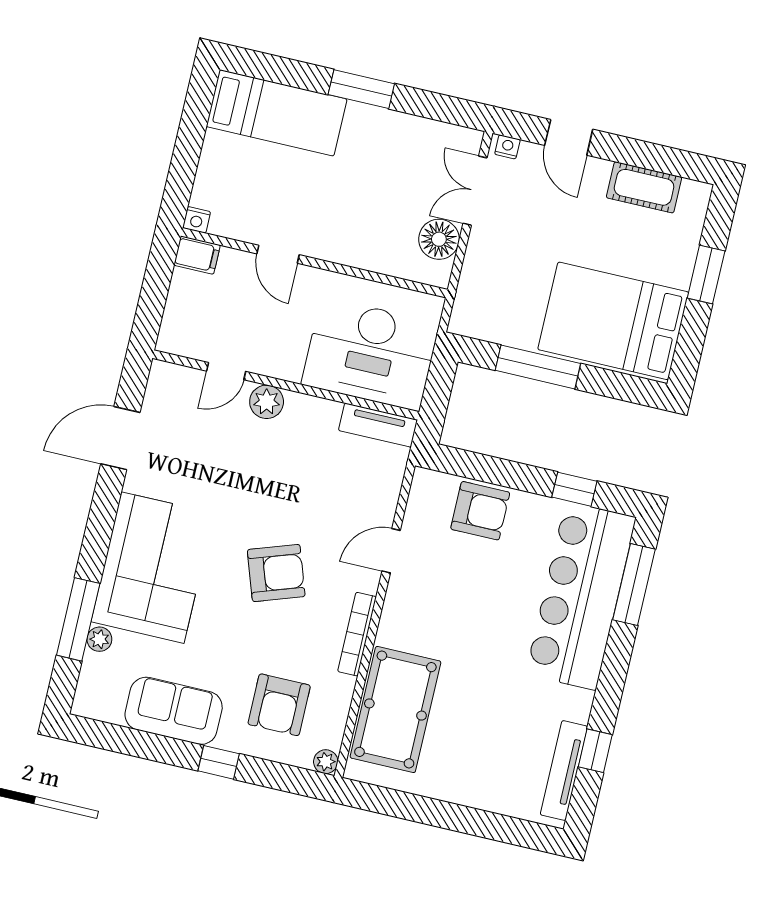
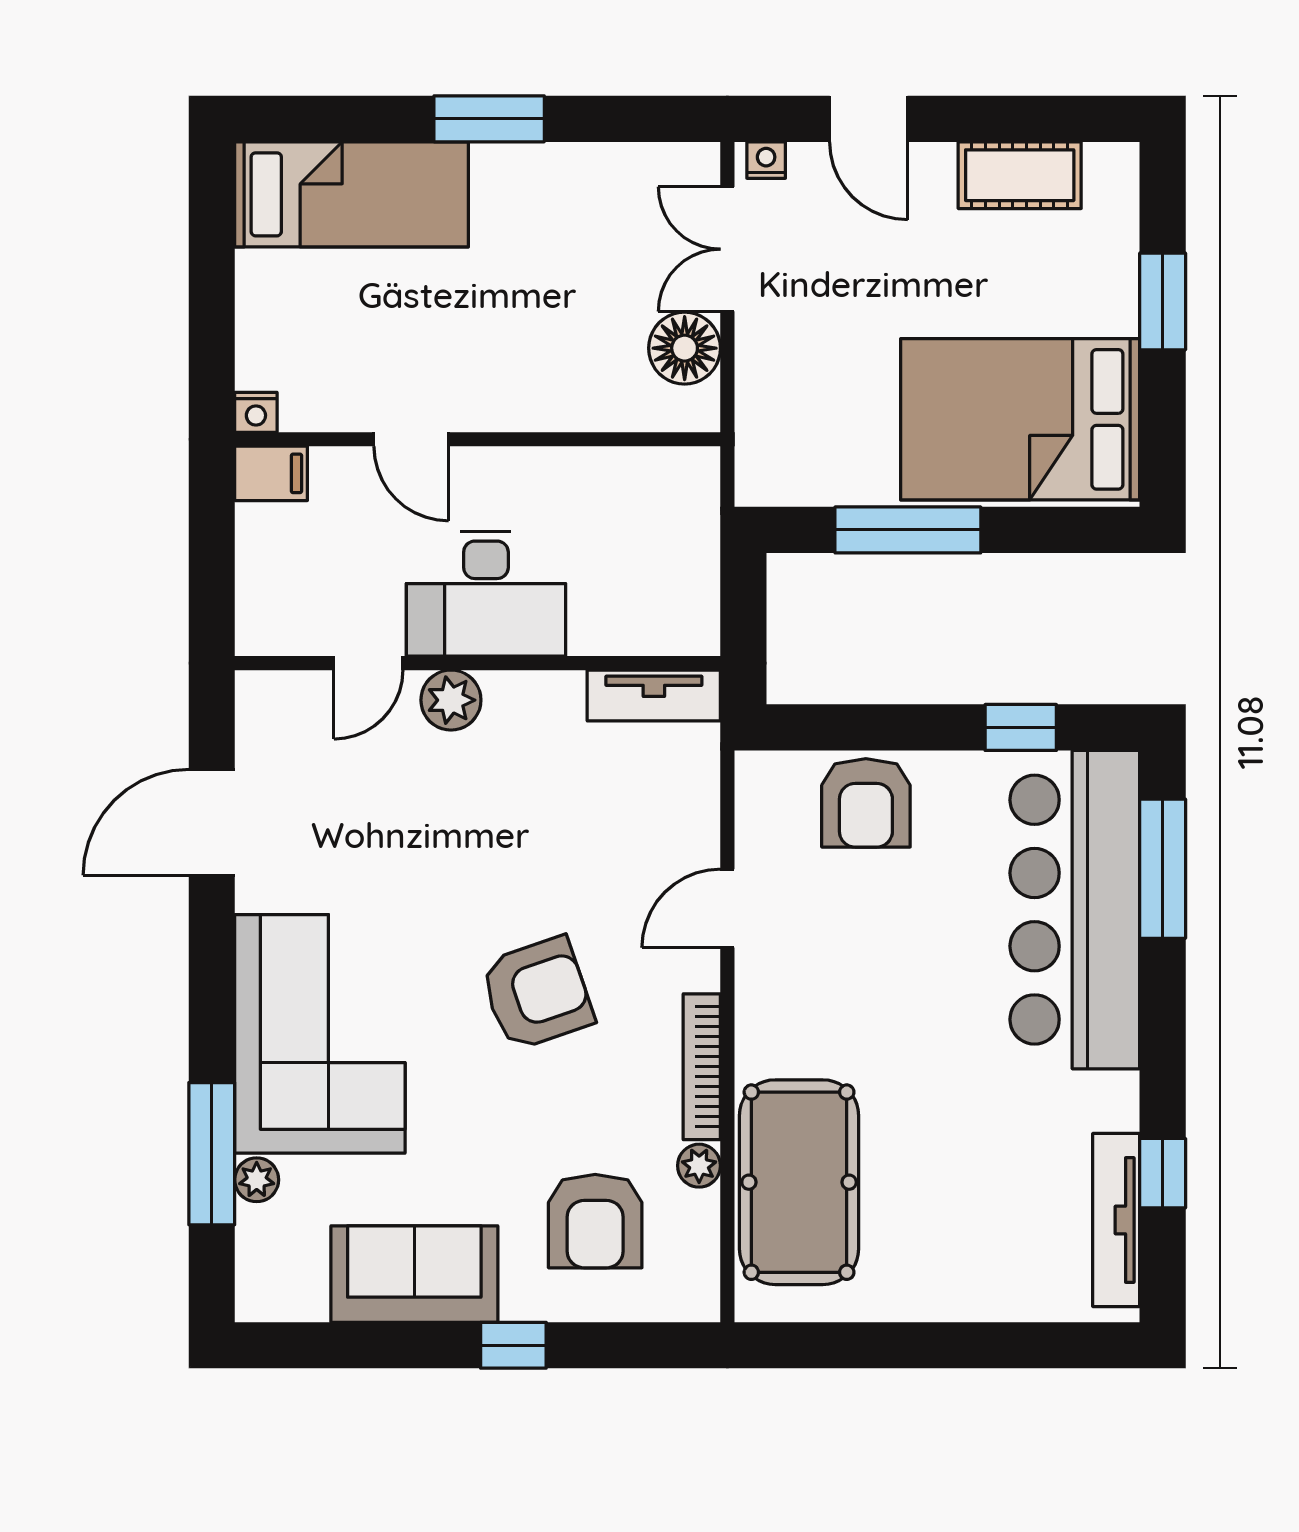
desk: (370, 354) -> (486, 594), moved, width x0.73, depth x0.77
armchair: (480, 511) -> (866, 803), turned 90
plant: (326, 762) -> (699, 1166), moved

